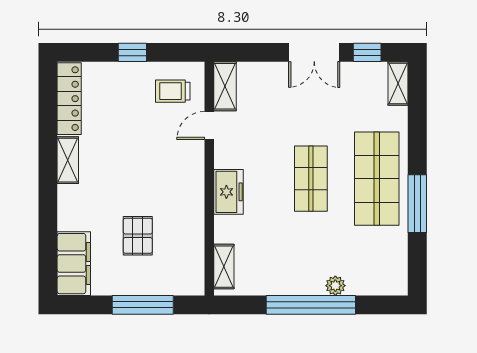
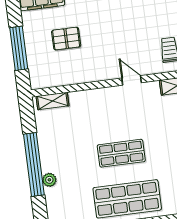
door: (209, 125) -> (132, 80), moved
freezer: (229, 192) -> (105, 97), removed

